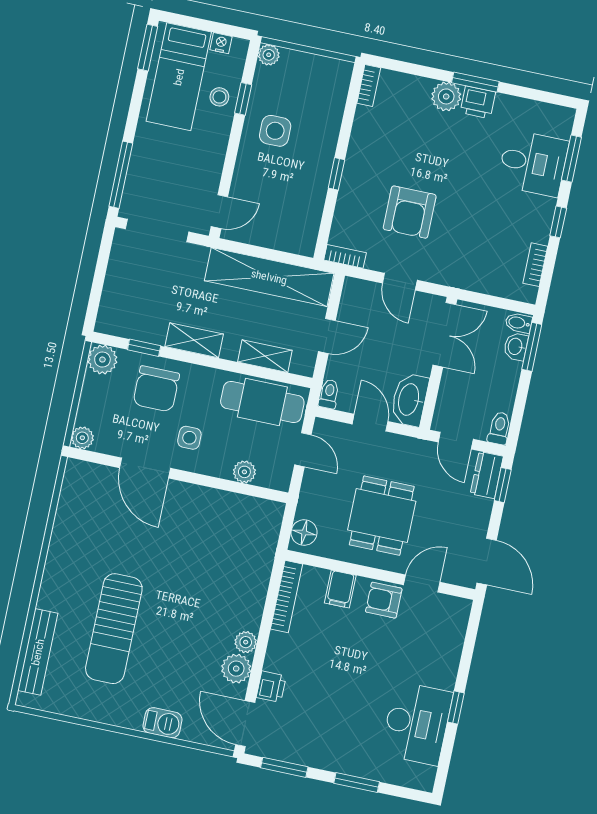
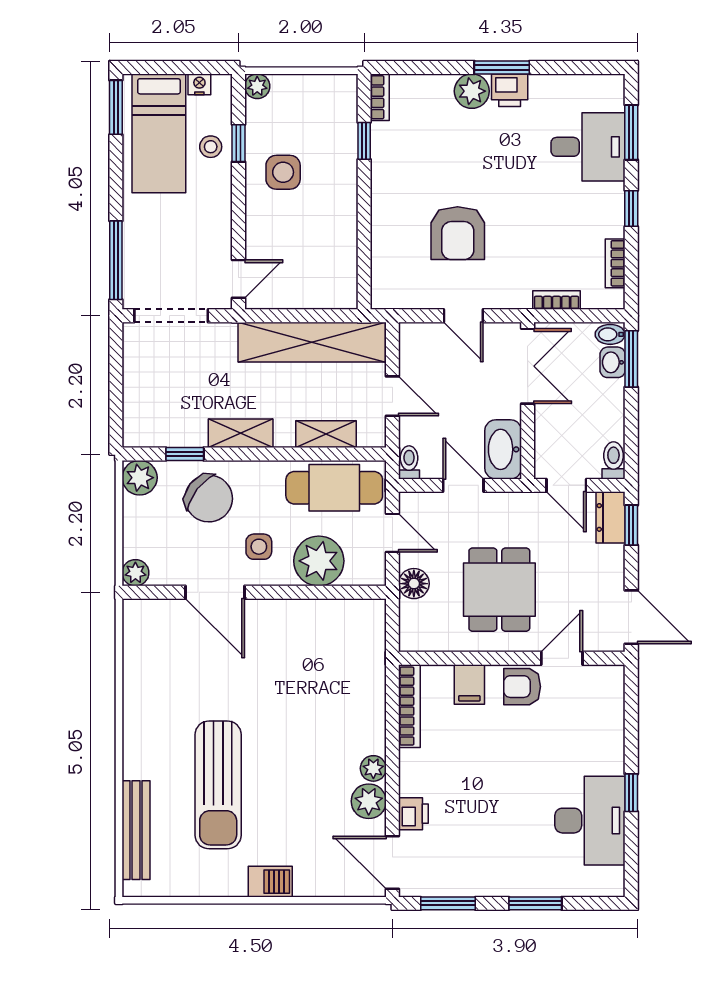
window: (336, 174) -> (364, 141), moved
bookcase: (345, 256) -> (557, 300), moved
door: (327, 336) -> (392, 396), hinge flipped
chair: (156, 389) -> (209, 498), turned -52
plant: (244, 472) -> (319, 561), width x1.87, depth x1.87
floor lamp: (304, 533) -> (414, 584), moved
barbecue: (163, 723) -> (270, 882), moved

